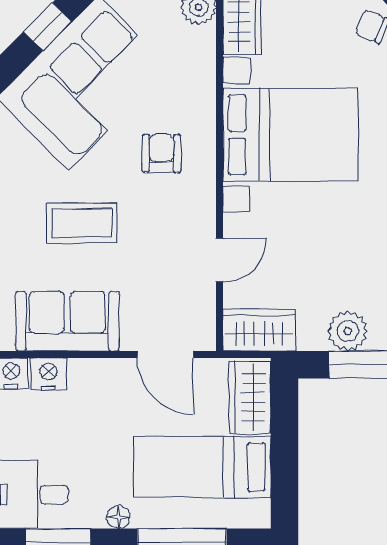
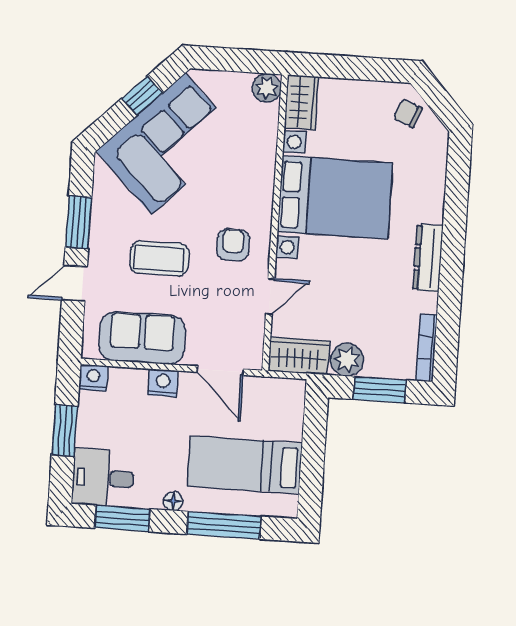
armchair: (162, 153) -> (233, 245), moved
plant: (348, 331) -> (347, 360), moved
nightstand: (48, 374) -> (163, 383), moved
wardrobe: (250, 397) -> (287, 410), removed

